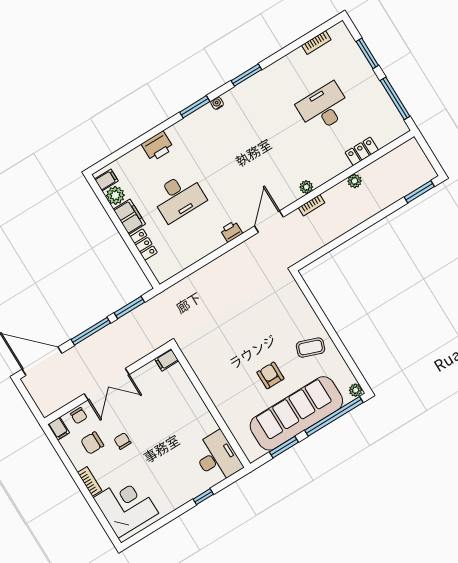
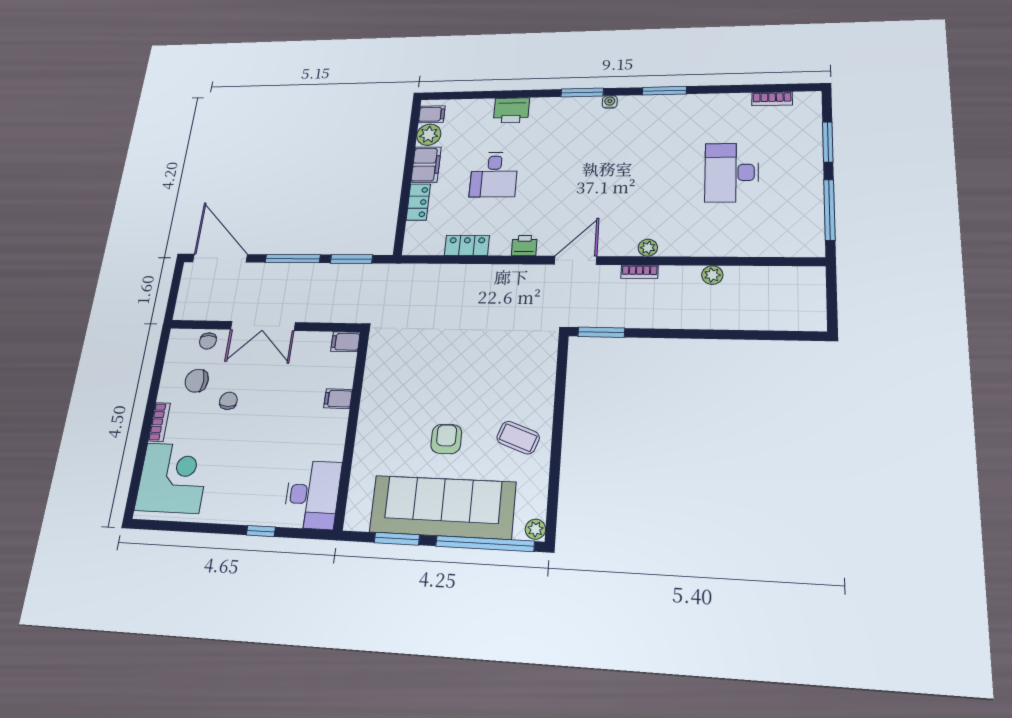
desk: (324, 108) -> (732, 172), turned -90
locker: (362, 151) -> (467, 245), moved
window: (419, 192) -> (601, 332), moved
desk: (179, 197) -> (494, 175), width x0.73
filing cabinet: (59, 429) -> (338, 399), moved, turned 90

